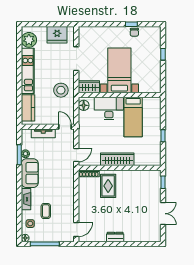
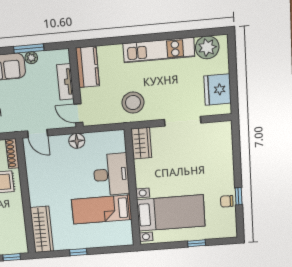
bed with nightstands: (119, 70) -> (171, 213), moved
floor lamp: (84, 105) -> (77, 141), moved
kitchen counter: (28, 108) -> (87, 67), moved, turned -90
door: (65, 127) -> (78, 113), swing flipped
wardrobe: (117, 159) -> (42, 229), moved

